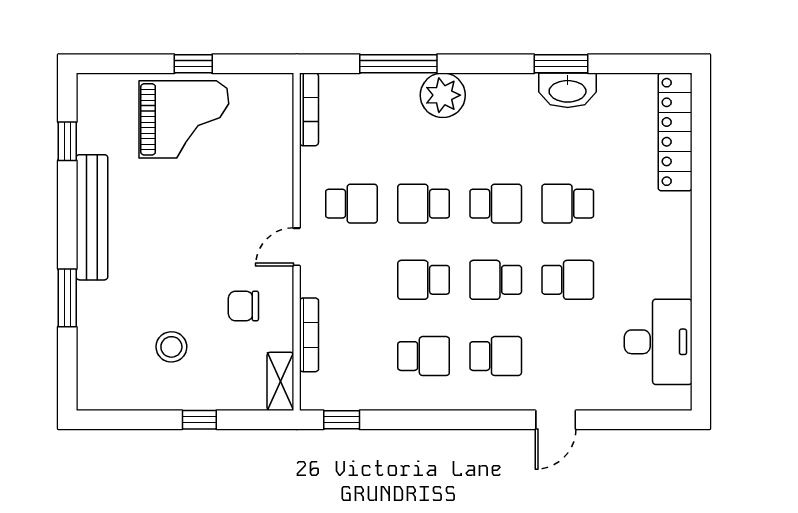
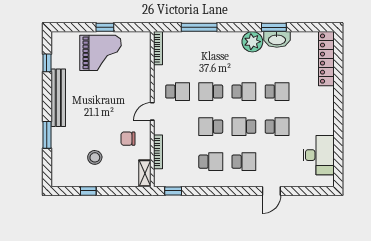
plant: (443, 95) -> (252, 42), moved
school desk: (568, 204) -> (277, 92), turned 180
window: (199, 420) -> (88, 191), moved

